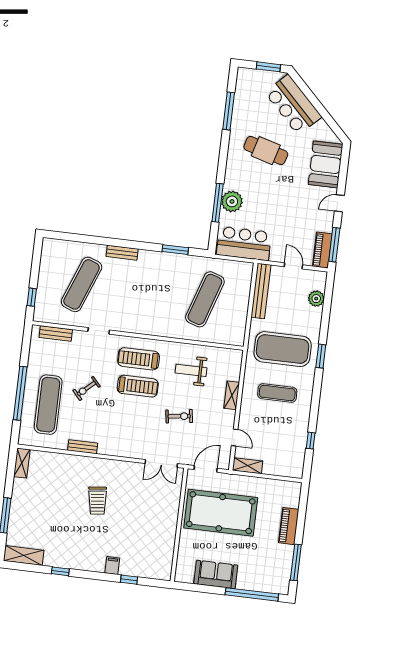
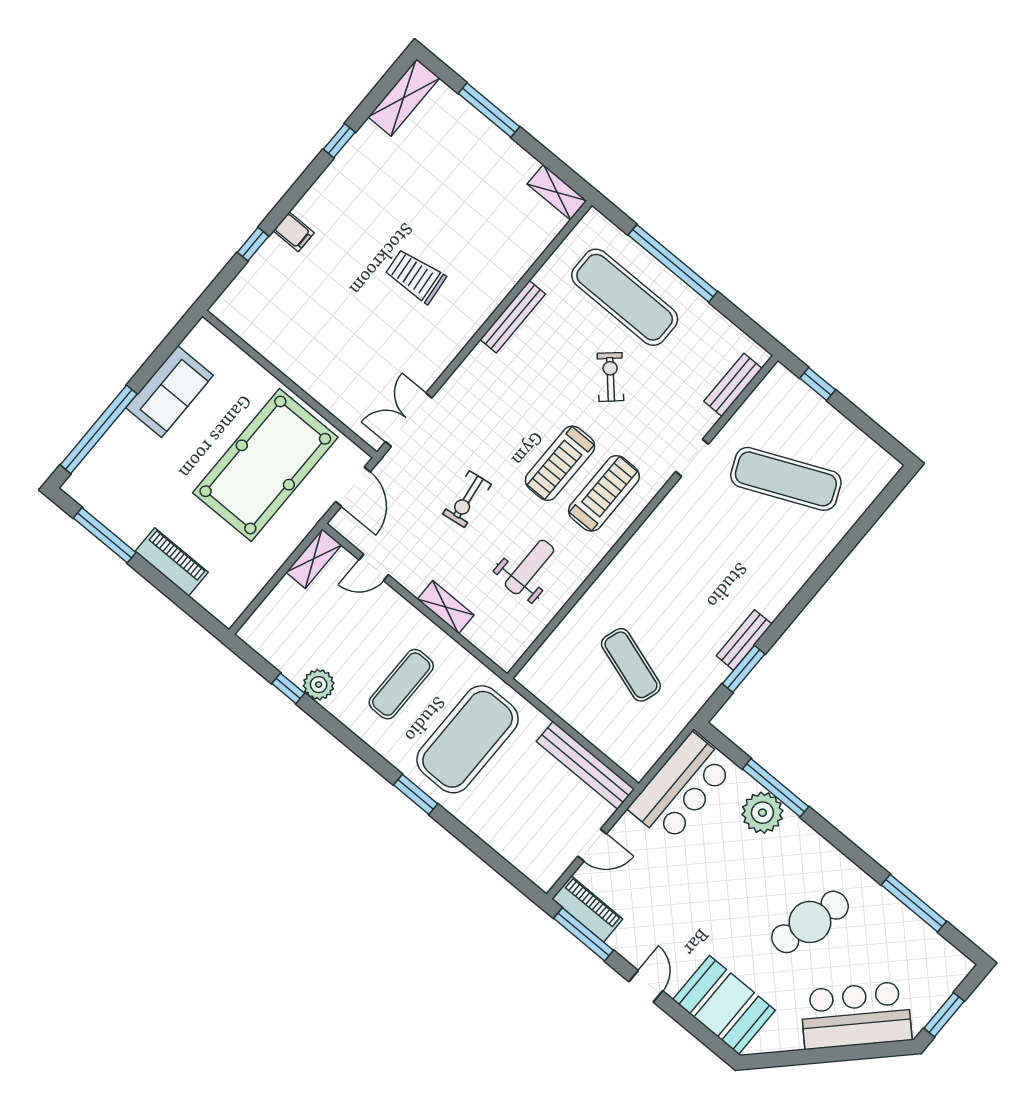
bench: (122, 253) -> (744, 640), moved
exercise mat: (82, 284) -> (786, 479), turned -45
exercise mat: (205, 299) -> (631, 665), width x0.73, depth x0.69
plant: (316, 299) -> (319, 685), moved
bench: (83, 447) -> (513, 317), width x1.36

